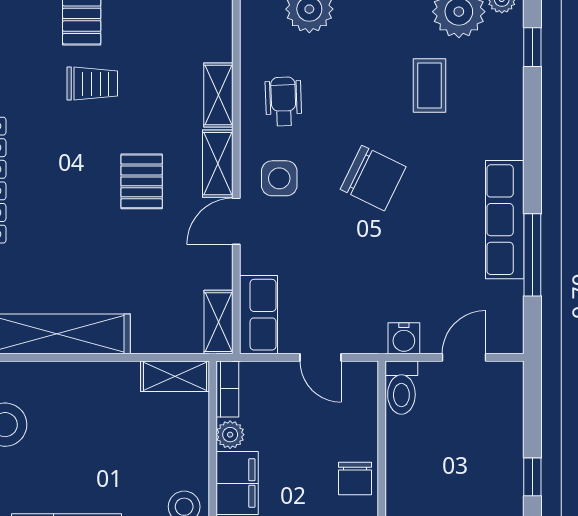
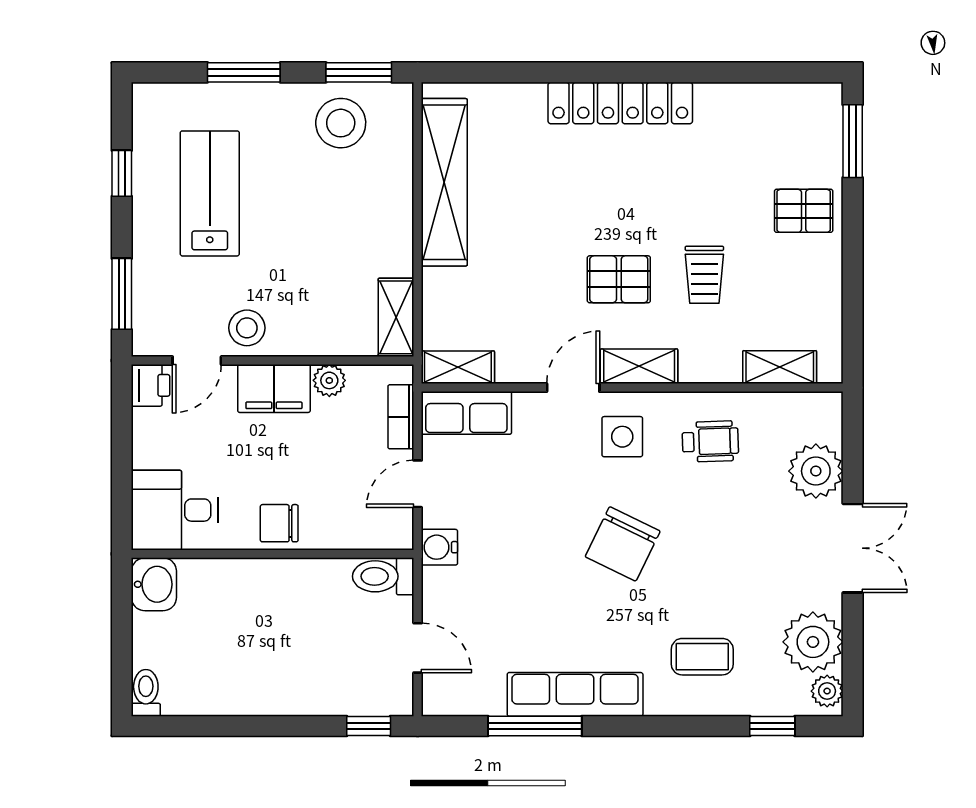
trolley: (92, 84) -> (704, 275), moved
coffee table: (429, 85) -> (702, 657), moved
shelving: (218, 95) -> (780, 367), moved
door: (236, 221) -> (573, 388), hinge flipped
water cooler: (404, 338) -> (439, 547), moved
bookcase: (227, 389) -> (401, 417), moved, turned 90
window: (532, 477) -> (369, 726), moved

